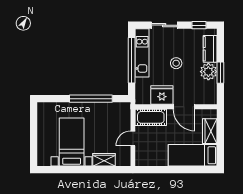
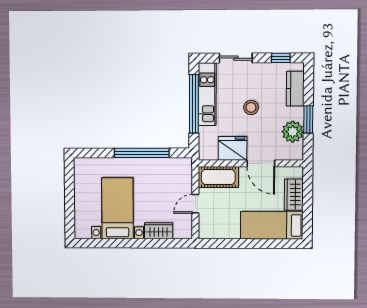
plant: (208, 72) -> (293, 132), moved

